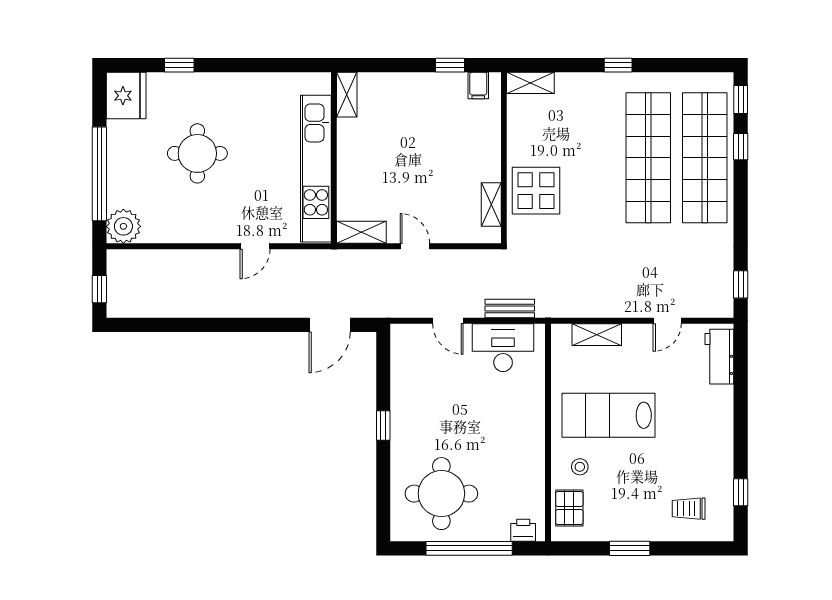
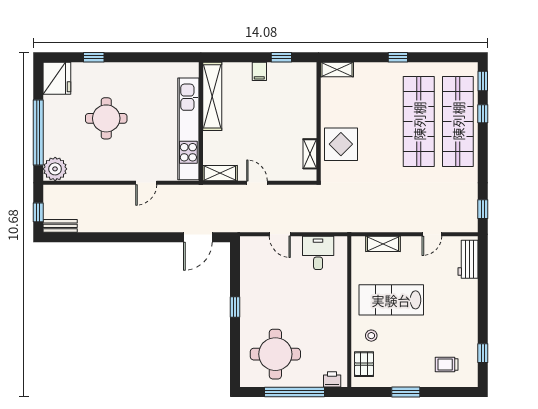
filing cabinet: (478, 86) -> (259, 71), moved
shelving: (347, 95) -> (212, 96), width x2.20, depth x1.33
bench: (510, 309) -> (60, 226), moved
desk: (503, 348) -> (318, 253), width x0.73

